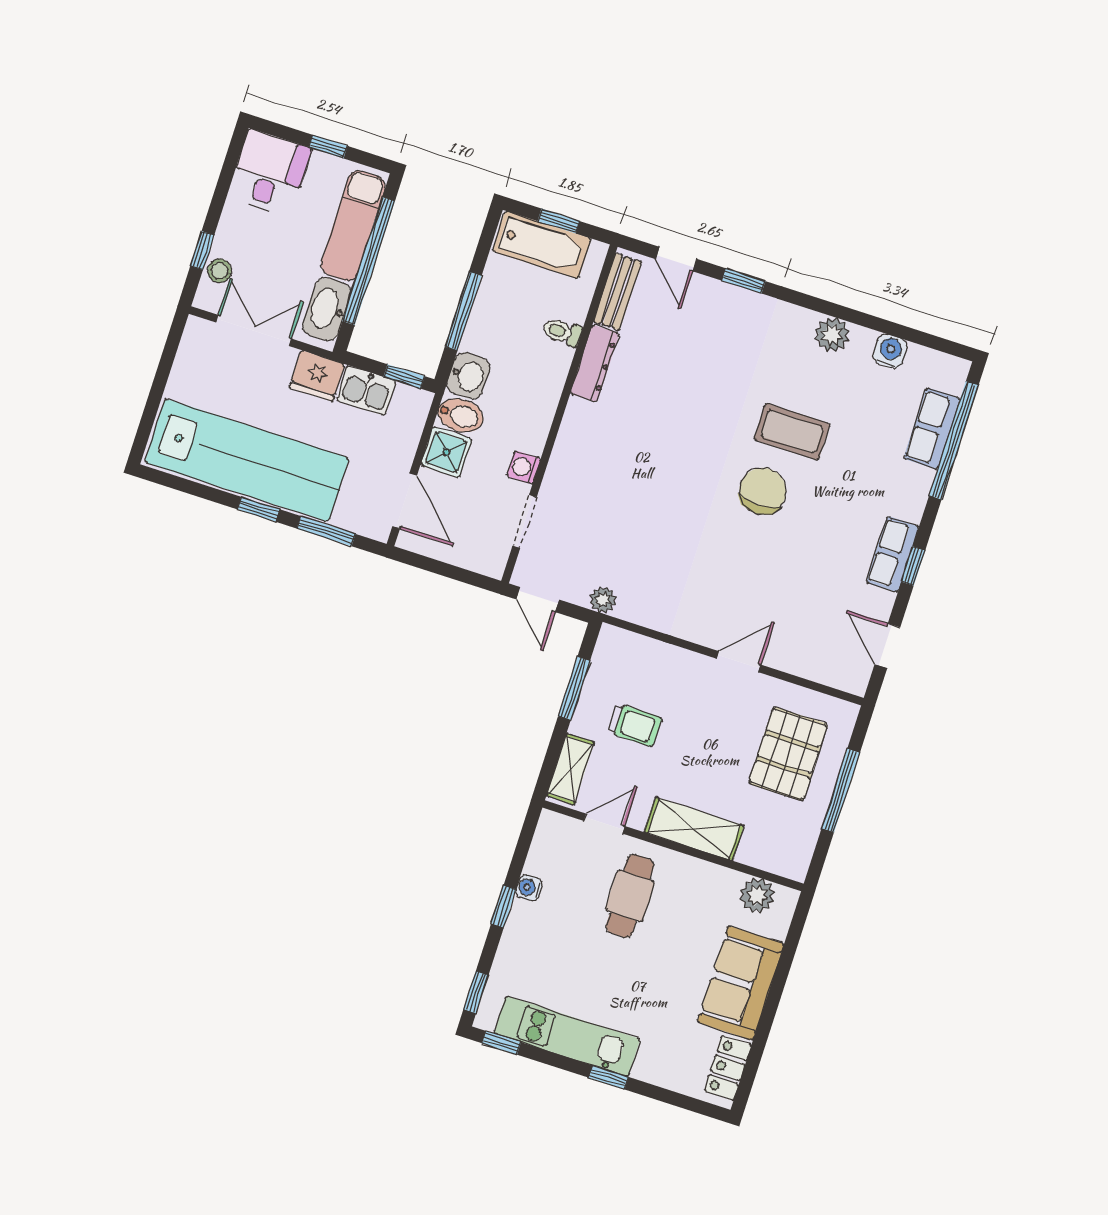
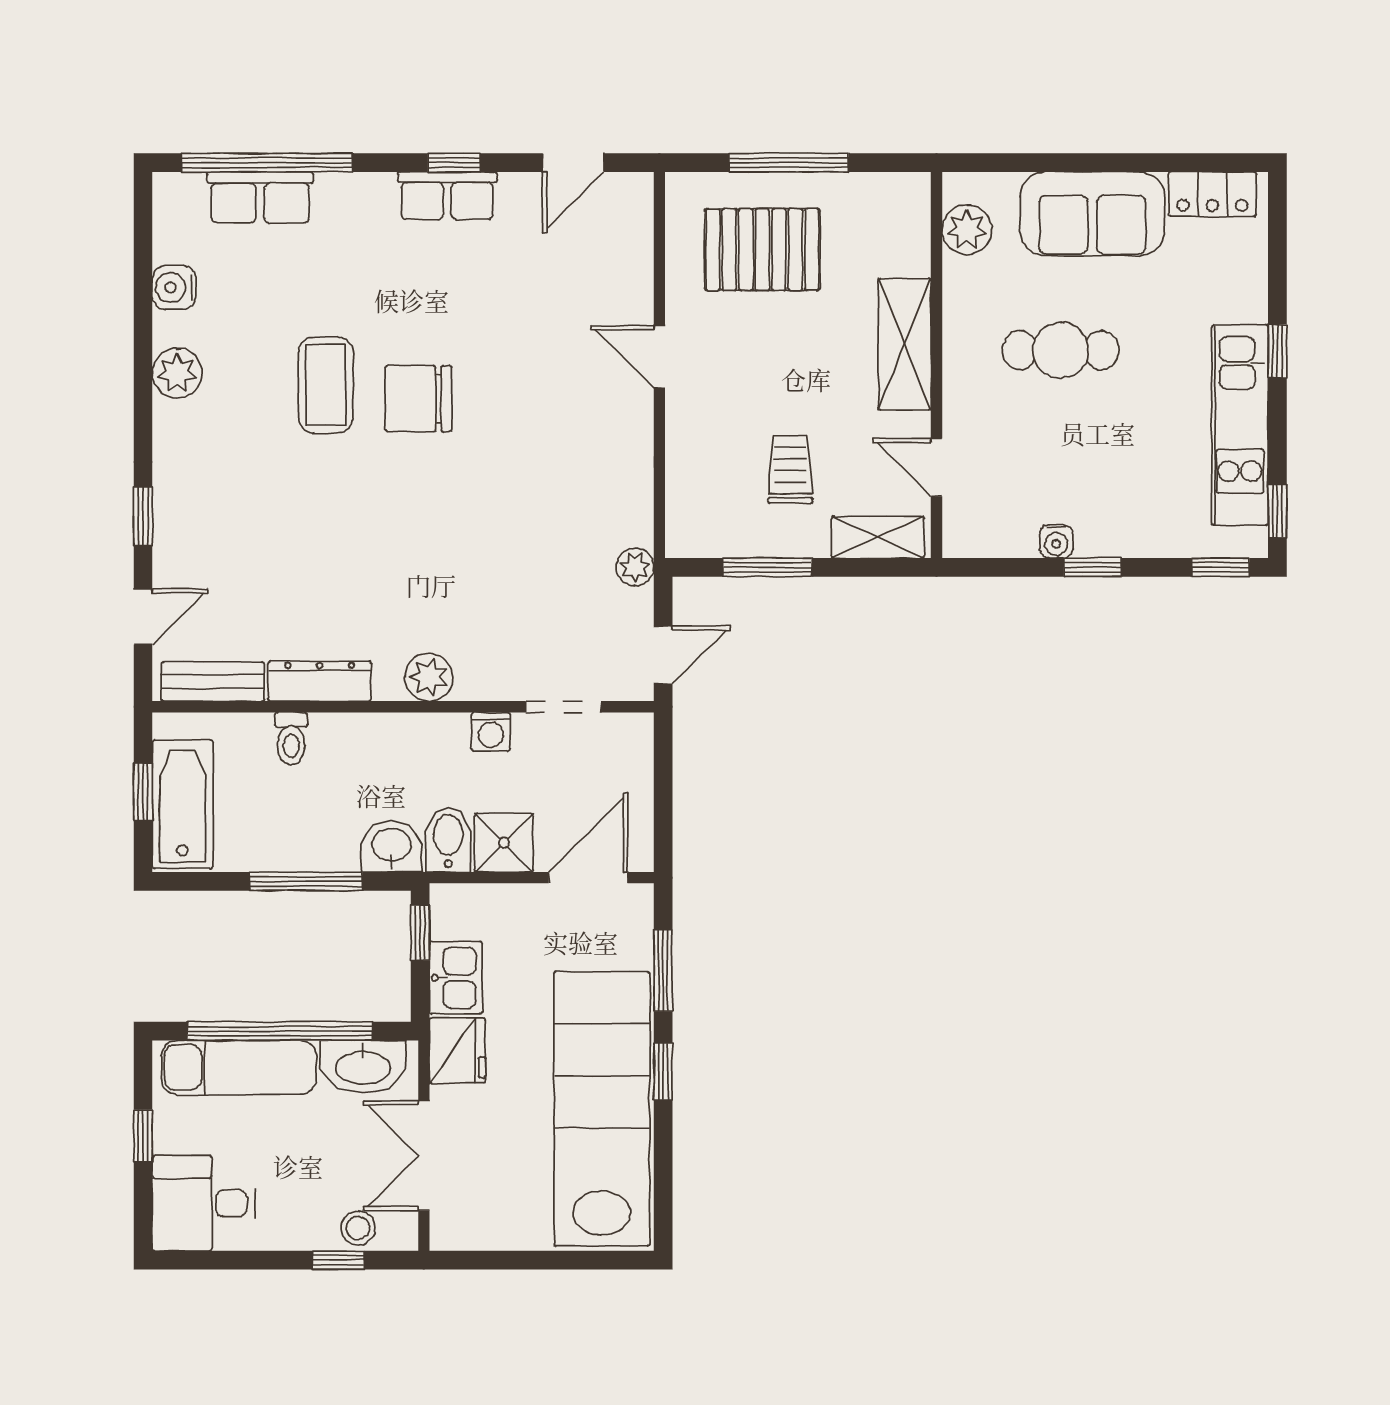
plant: (574, 438) -> (429, 677), added
cafe table: (630, 896) -> (1061, 350), moved

